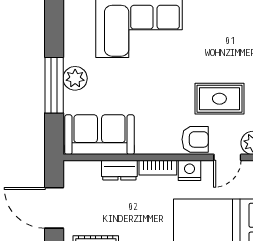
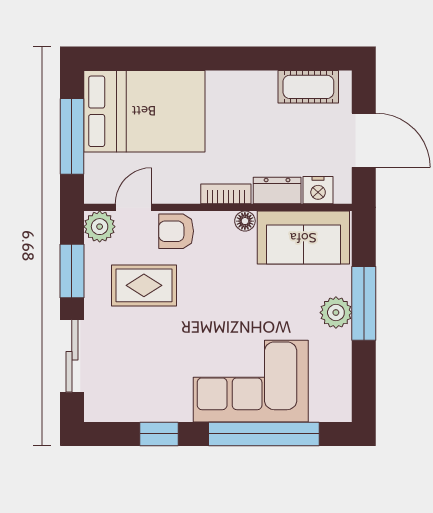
floor lamp: (143, 147) -> (245, 221), added
nightstand: (190, 170) -> (318, 190), moved

